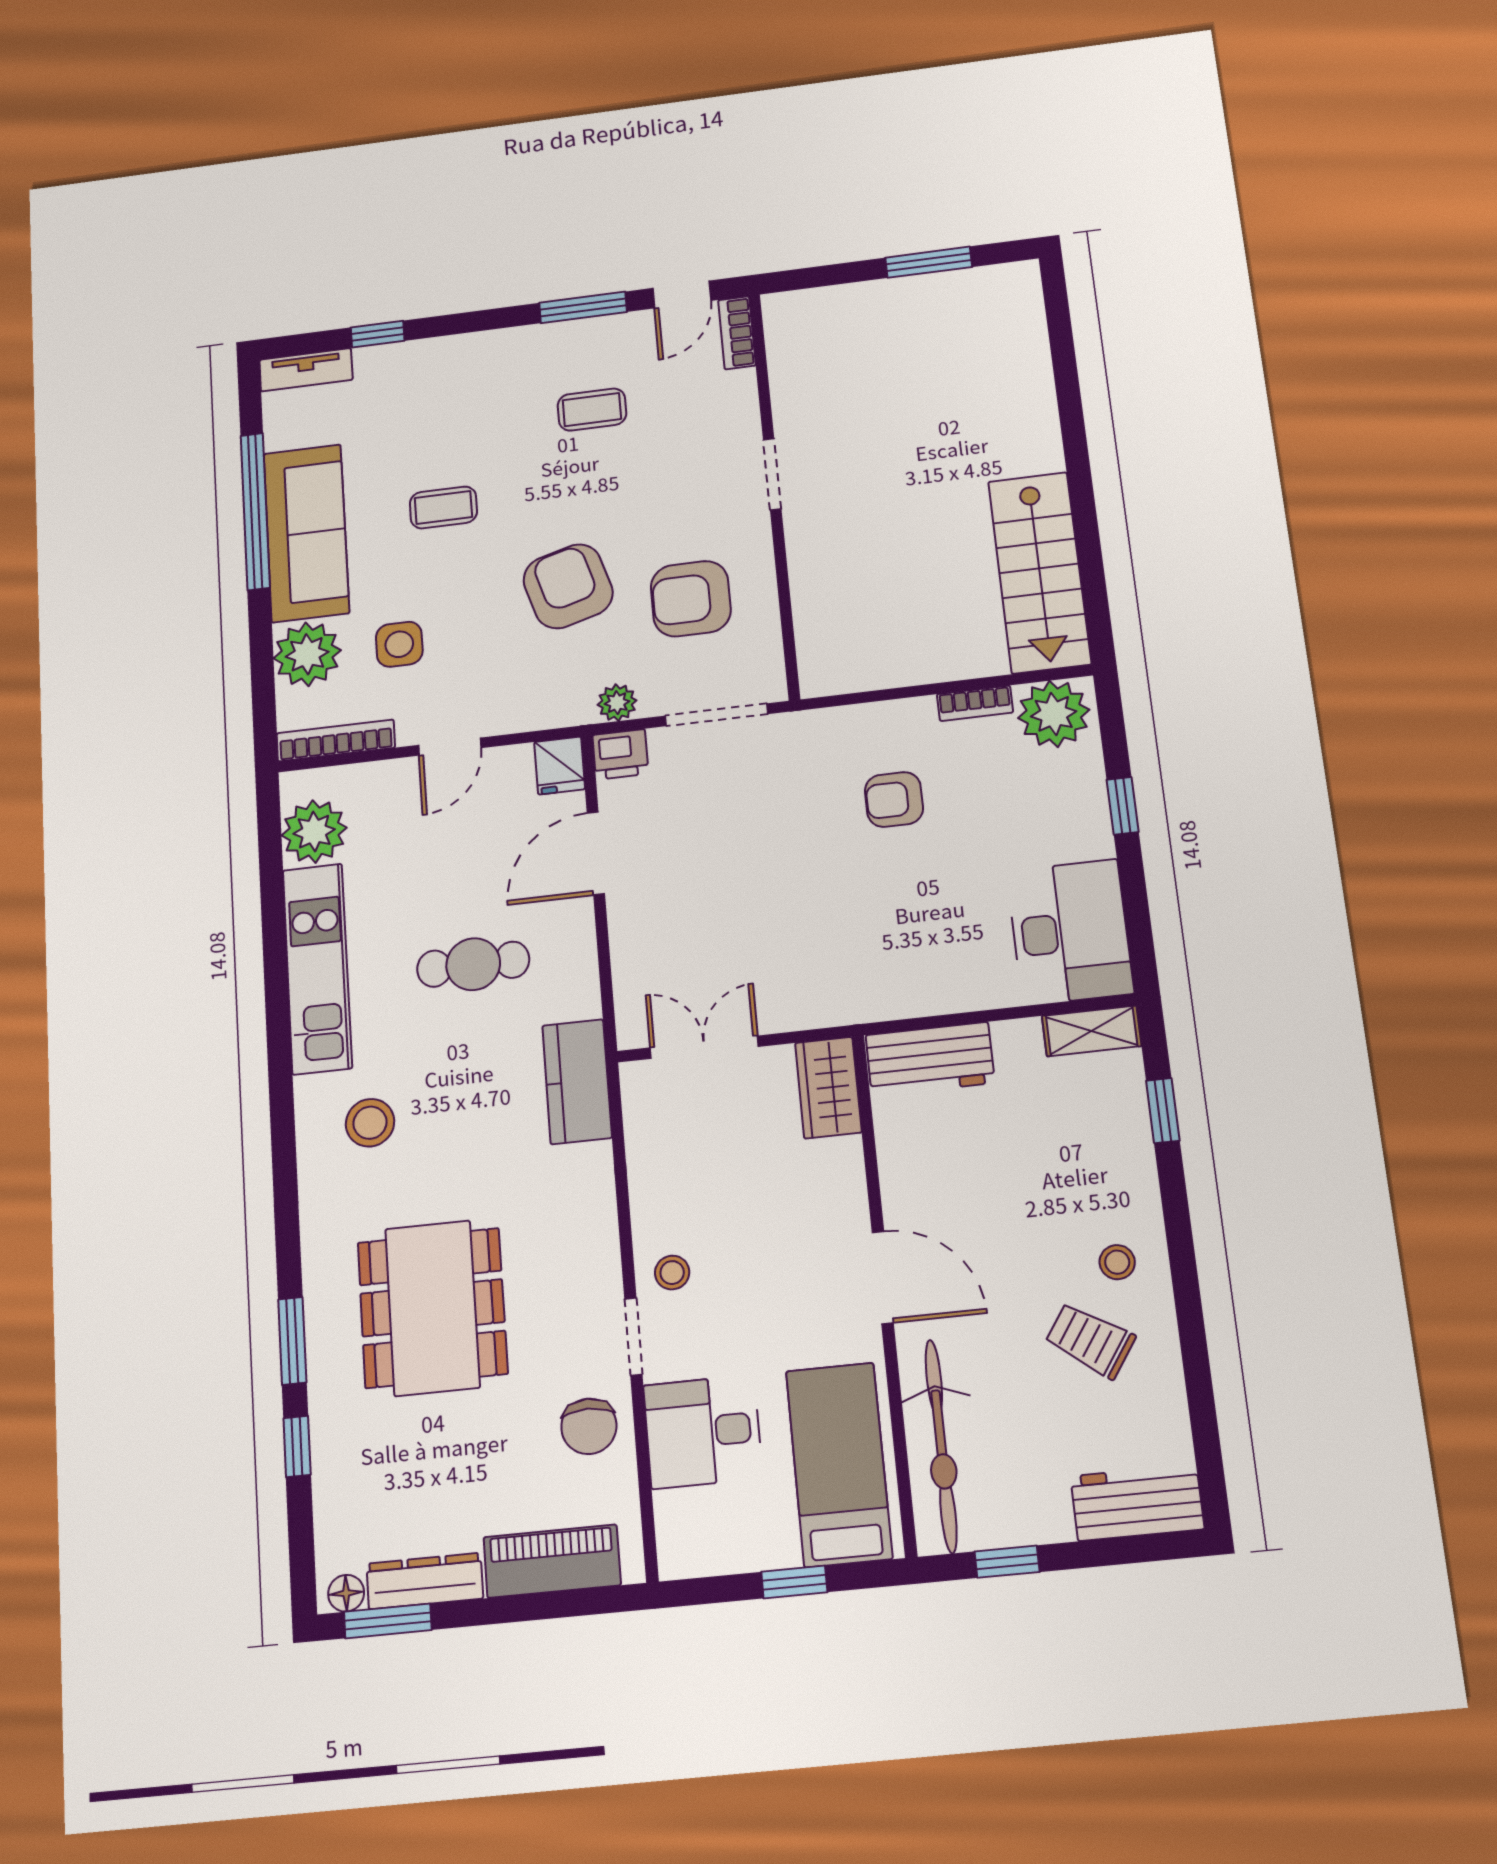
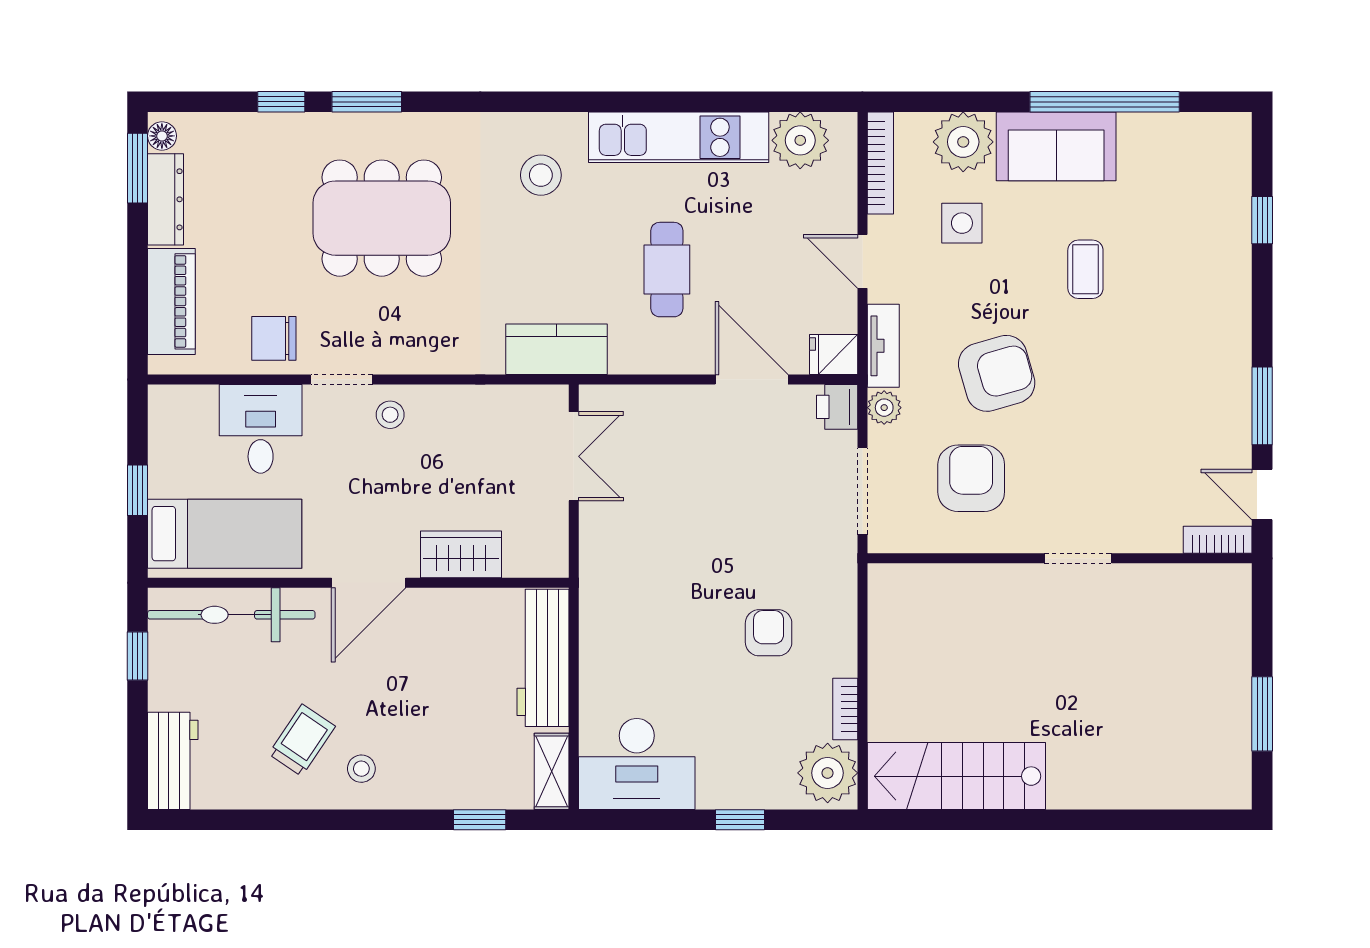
tv unit: (306, 370) -> (883, 346), moved, turned 180
coffee table: (592, 410) -> (1161, 406), removed
sofa: (306, 533) -> (1056, 146), width x0.73
workbench: (930, 1059) -> (543, 658), width x1.38
wardrobe: (828, 1088) -> (461, 554), moved

